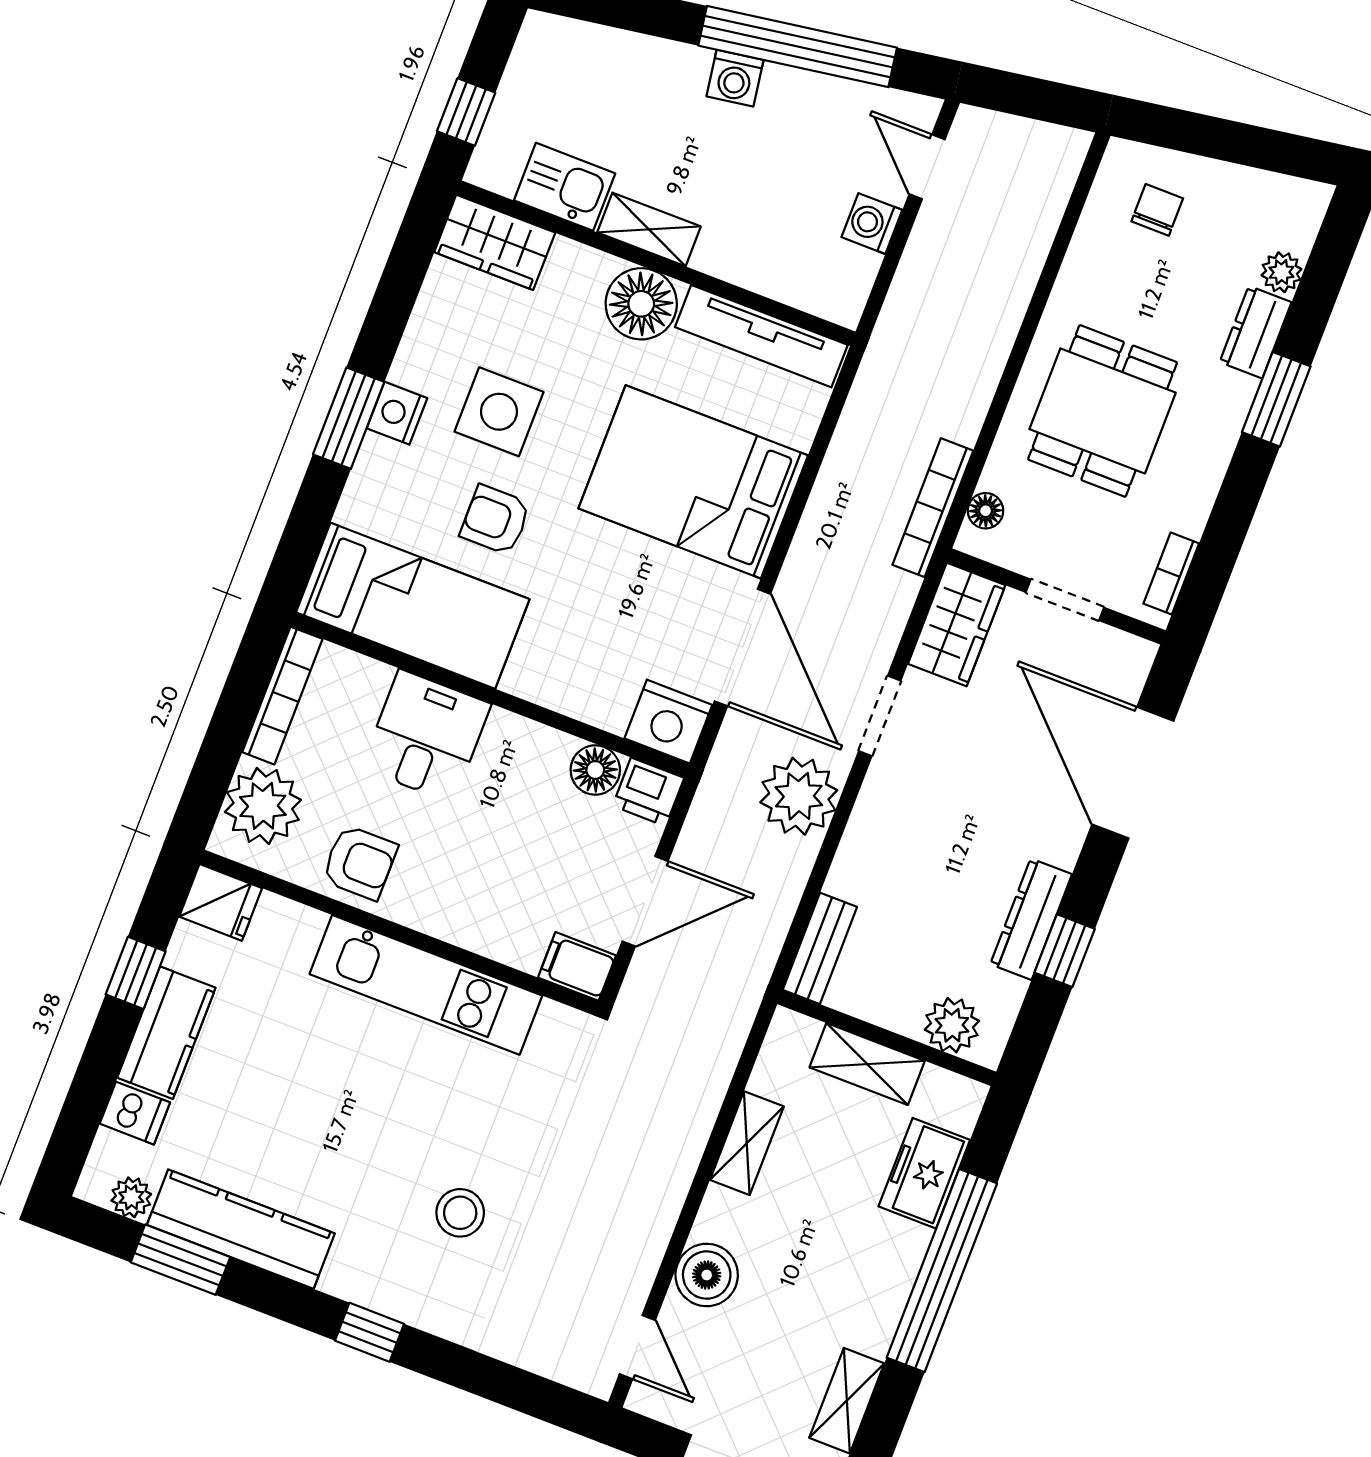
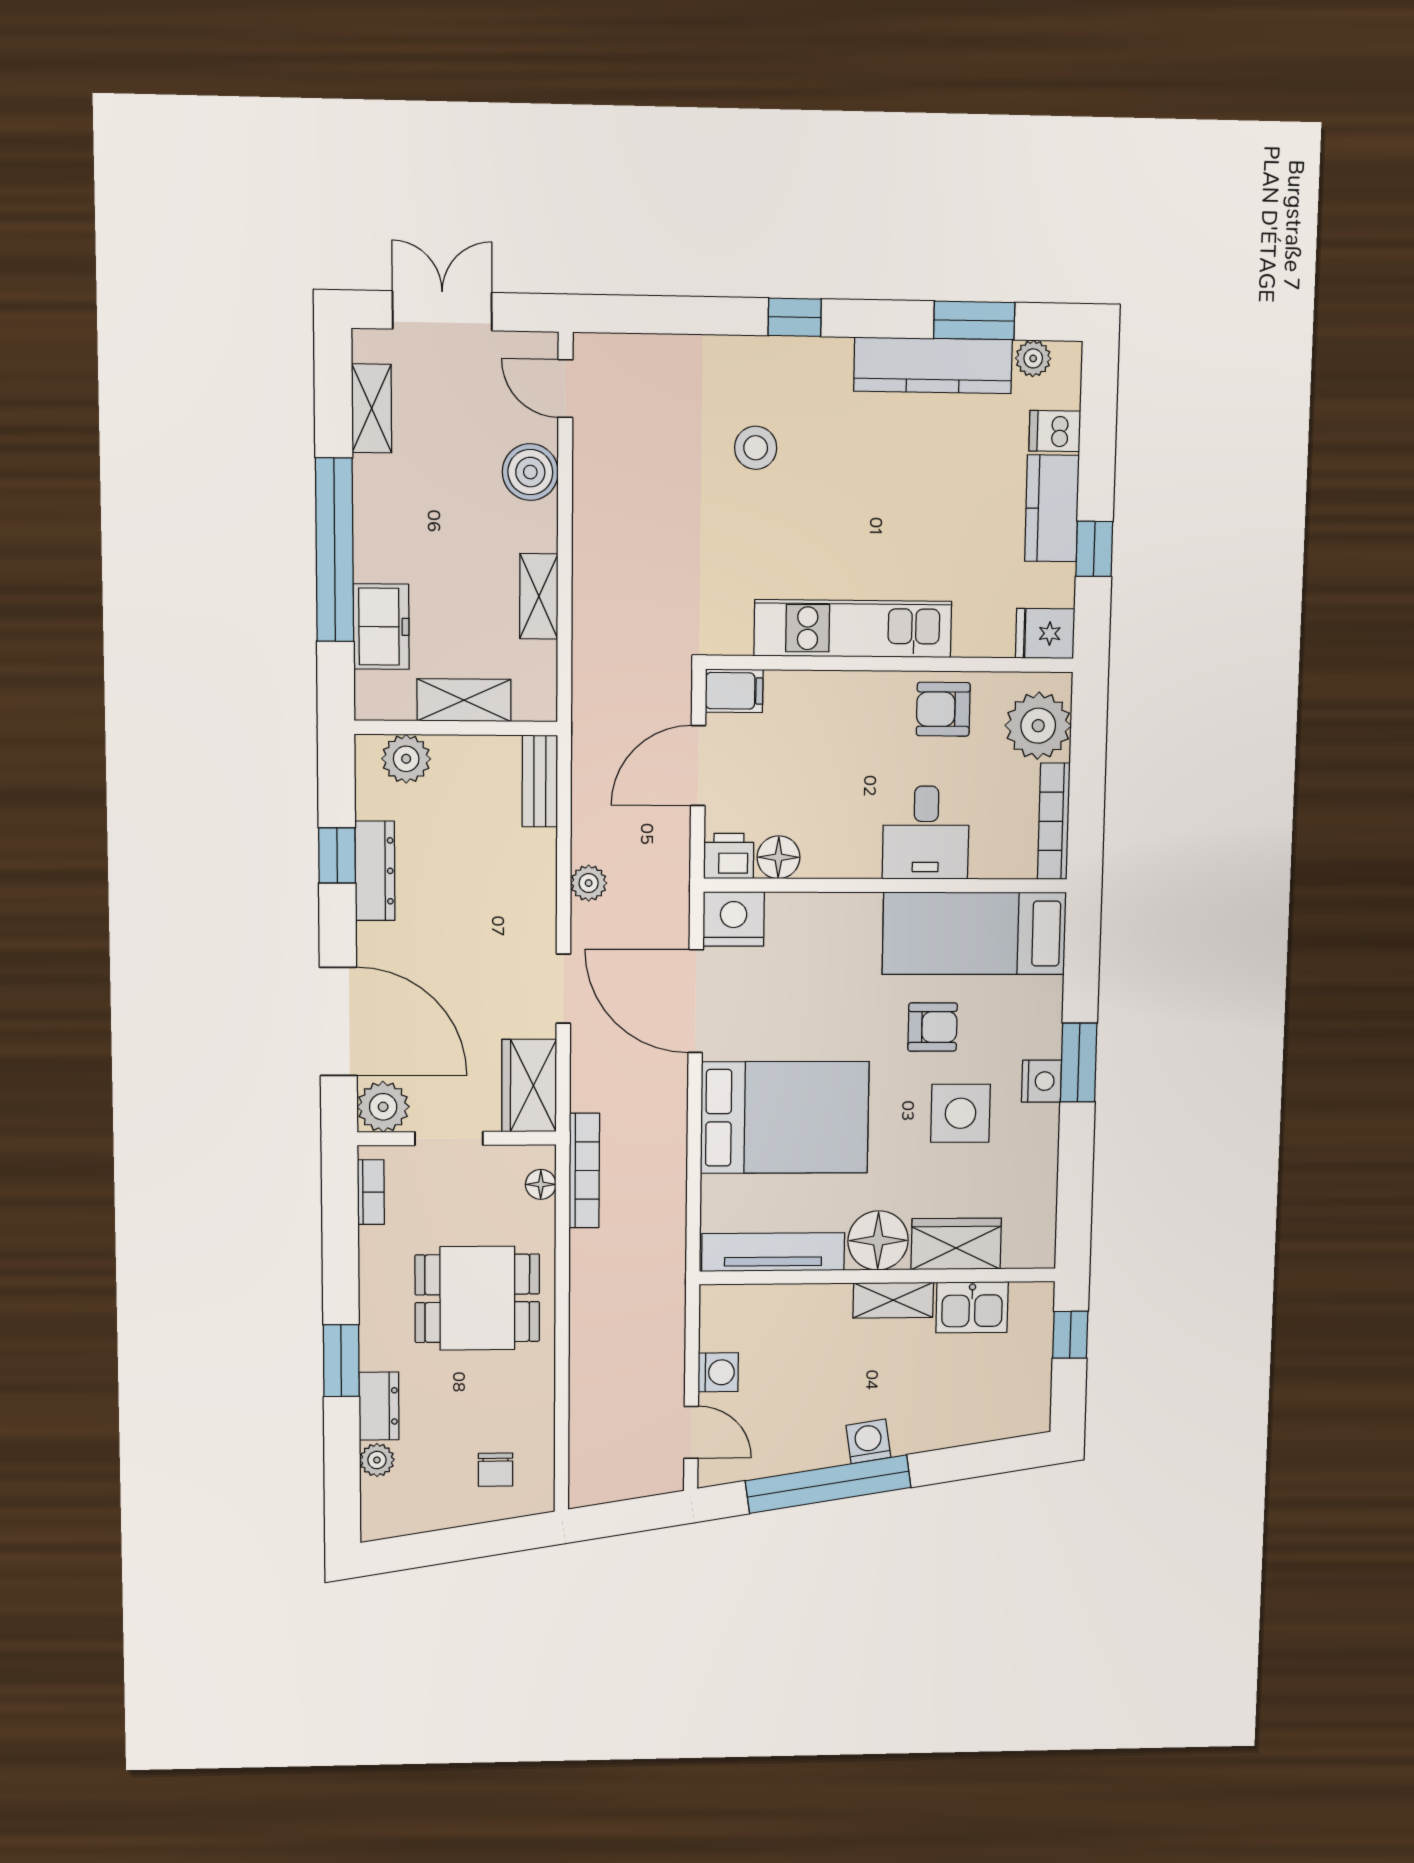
wardrobe: (495, 242) -> (956, 1244), moved
dining table: (1103, 411) -> (477, 1298), turned 90
plant: (1122, 662) -> (383, 1107), added
plant: (799, 796) -> (589, 883), width x0.53, depth x0.53

